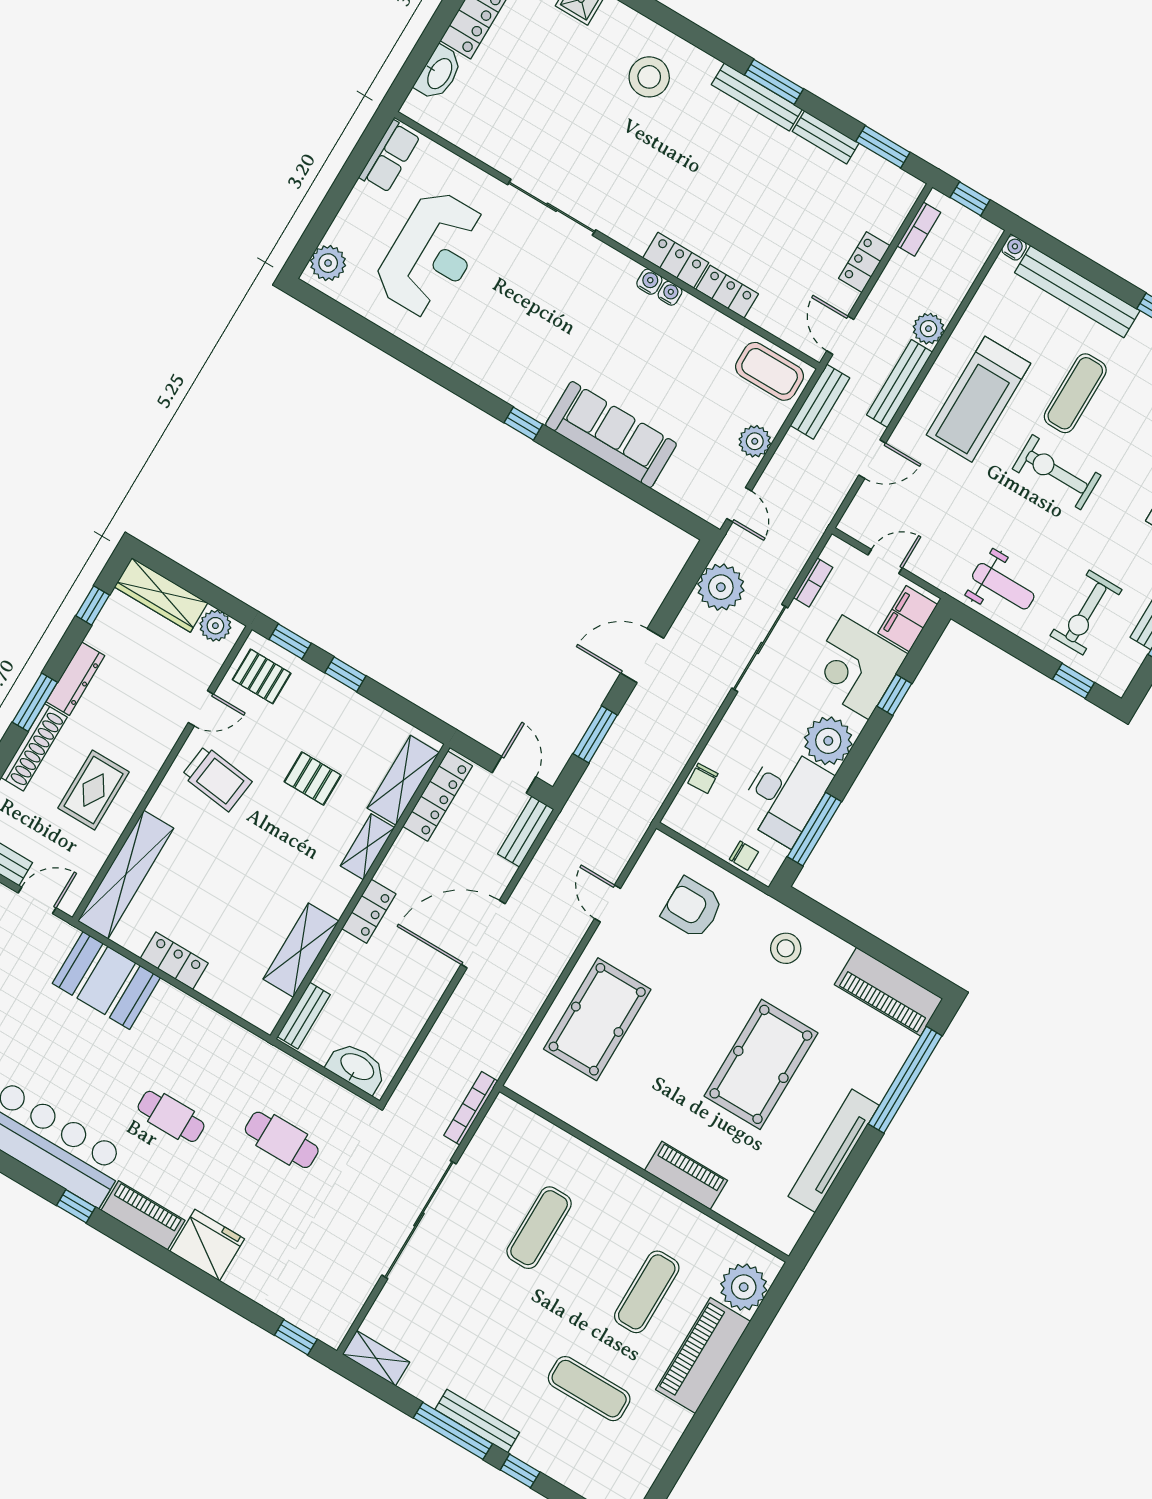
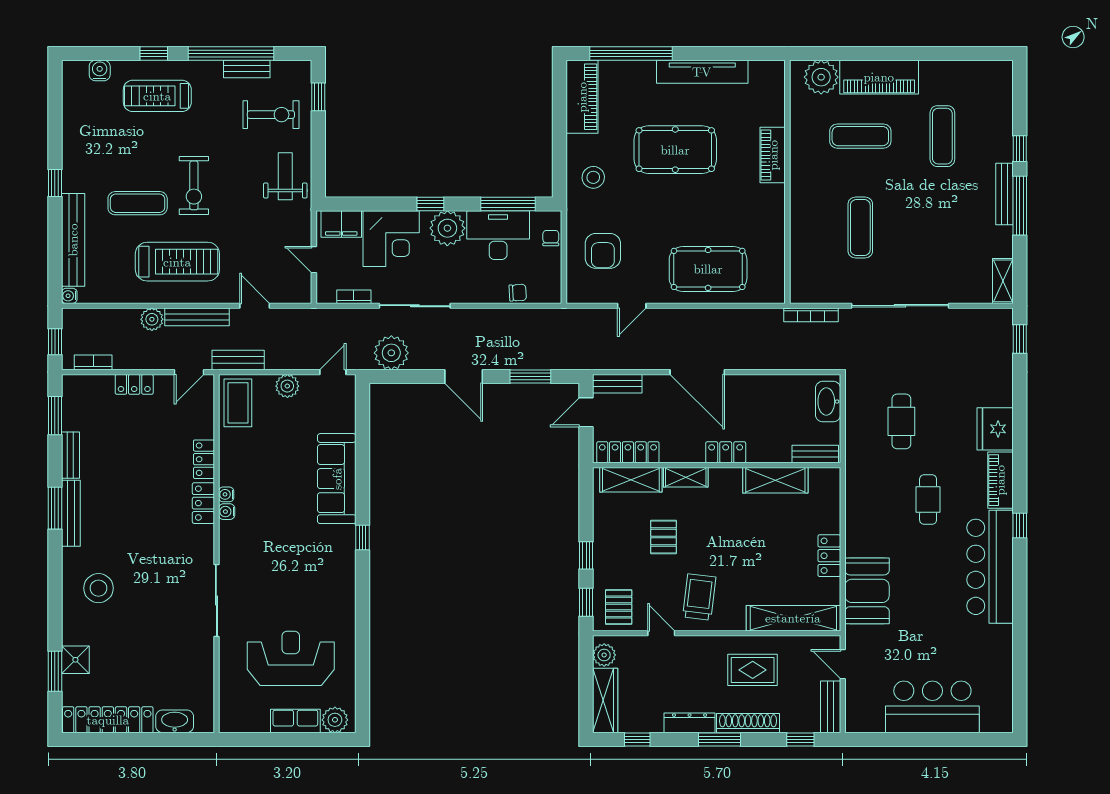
row of seats: (390, 157) -> (295, 721), moved
window: (894, 695) -> (430, 204), moved
exercise mat: (539, 1228) -> (860, 228), turned 90

